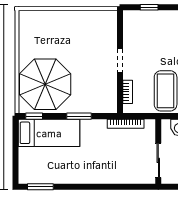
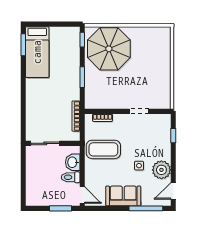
doorway: (120, 60) -> (139, 111), moved
bed: (49, 133) -> (37, 52), moved

